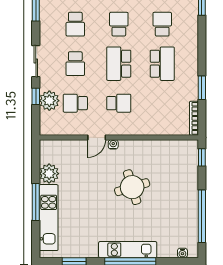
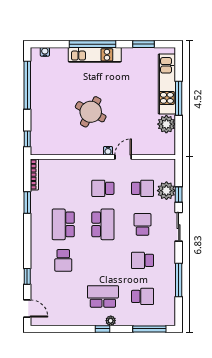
school desk: (75, 24) -> (143, 260), turned -90
school desk: (119, 24) -> (103, 260), removed
round table: (132, 187) -> (91, 112), turned 45

